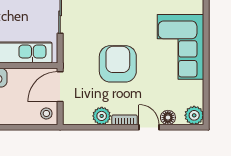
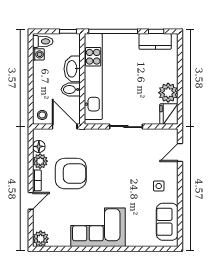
armchair: (118, 64) -> (71, 174), moved
bidet: (16, 79) -> (71, 90), added
floor lamp: (168, 118) -> (39, 146), moved

